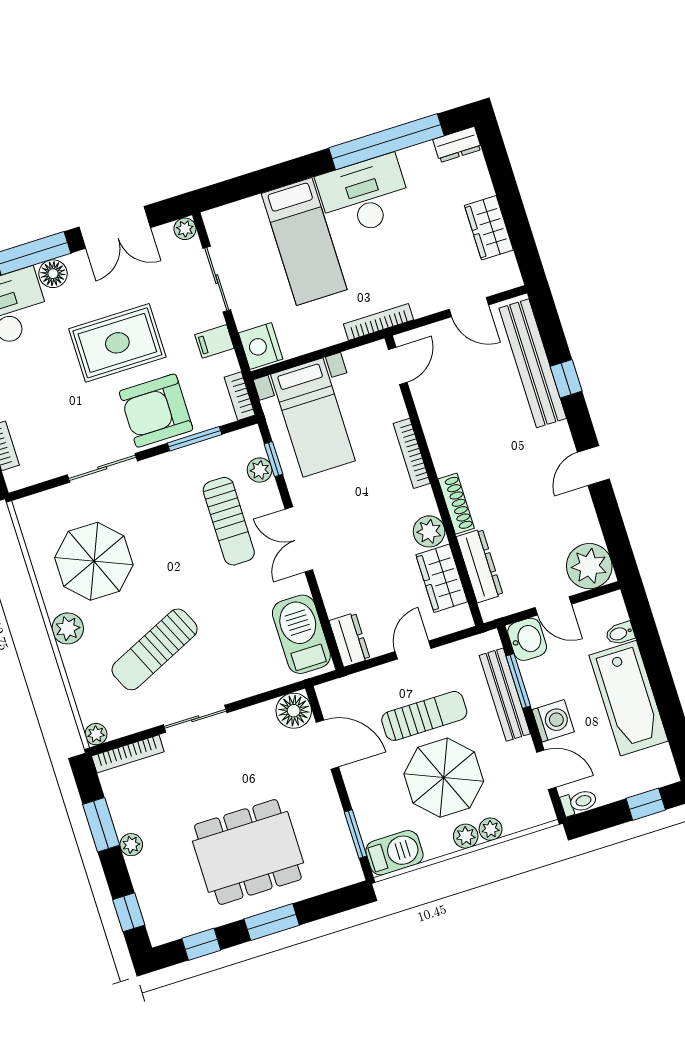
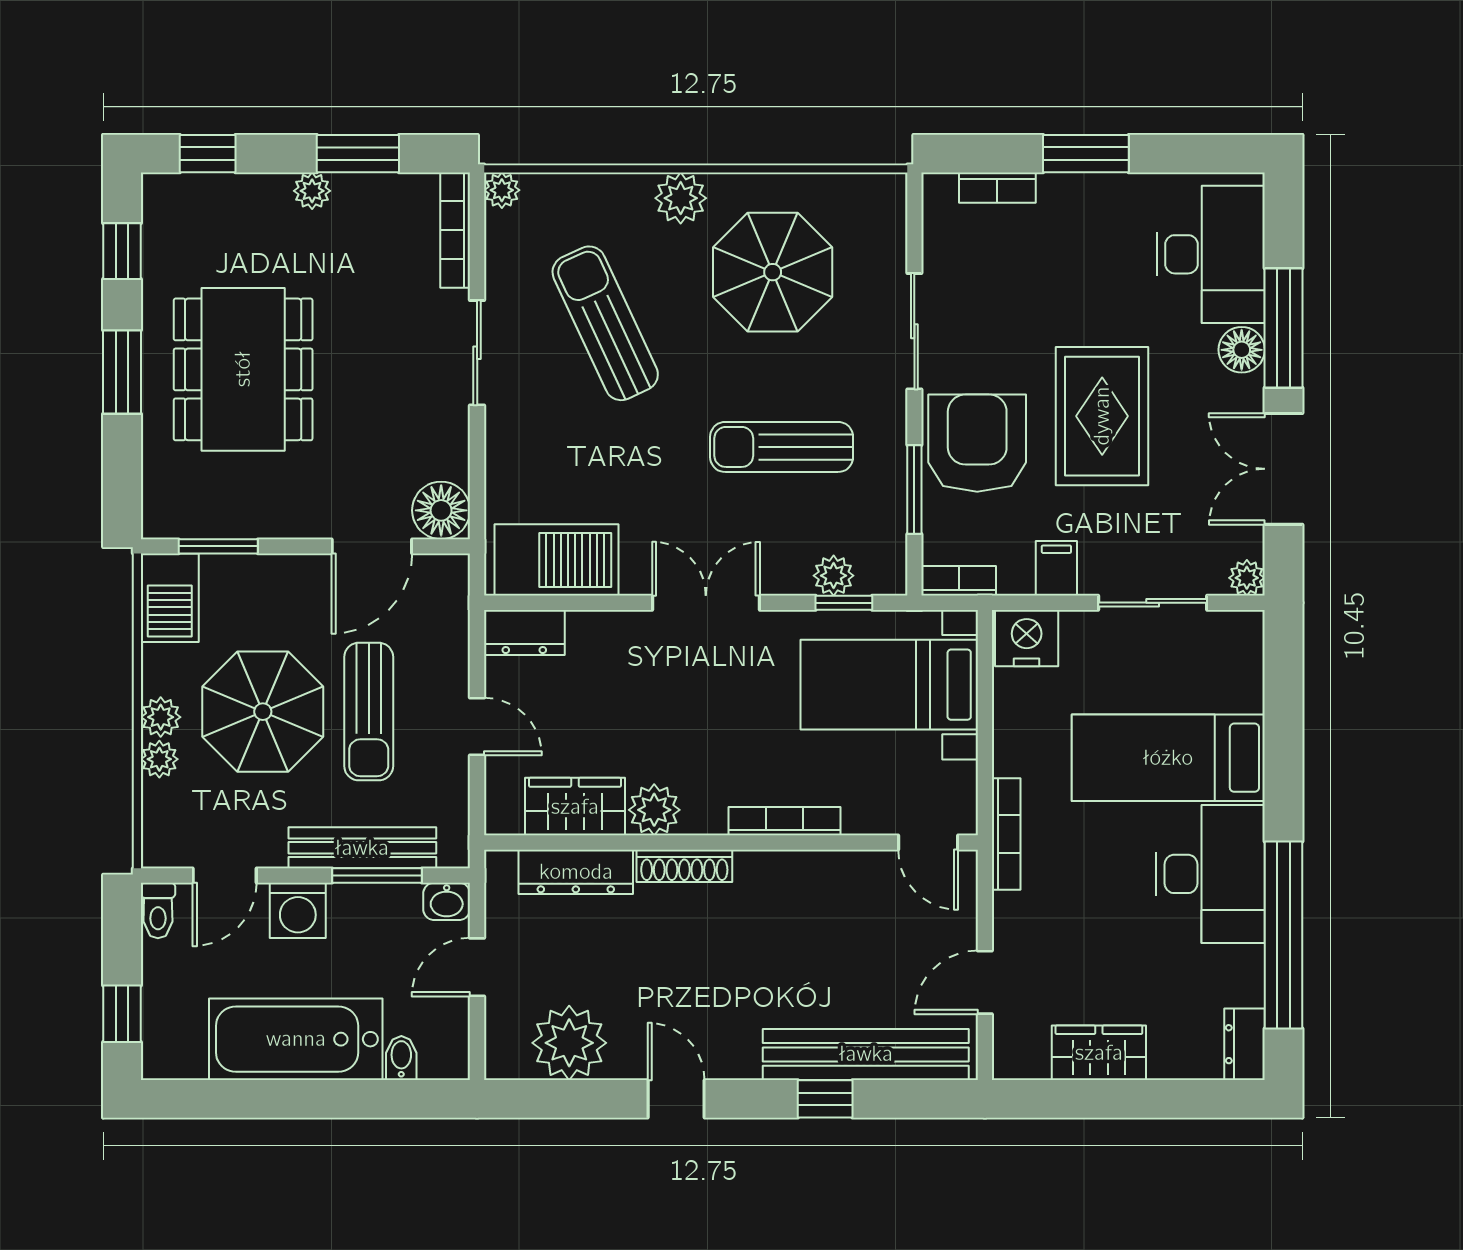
sun lounger: (229, 521) -> (782, 447), moved
plant: (589, 566) -> (569, 1043), moved
washbasin: (527, 639) -> (447, 901), width x0.72, depth x0.69

